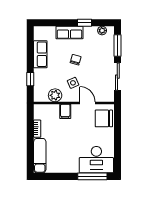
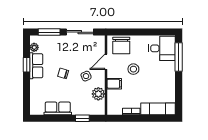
row of seats: (69, 33) -> (36, 66), moved
stool: (80, 131) -> (133, 69), added
desk: (96, 160) -> (162, 48), width x0.73

